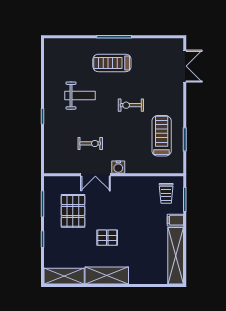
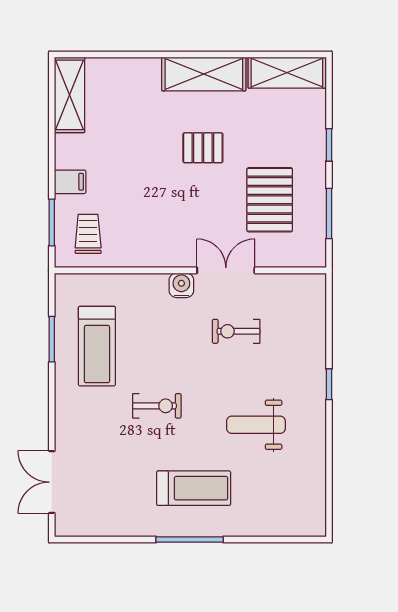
shelving: (176, 256) -> (70, 95), width x0.68

